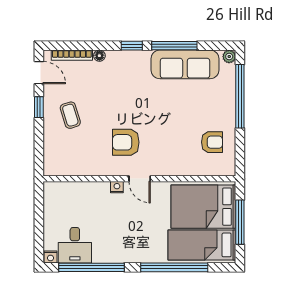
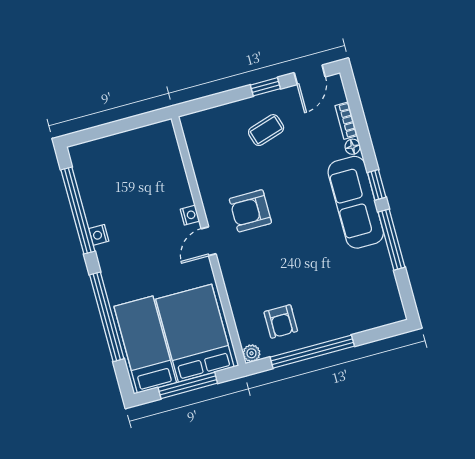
bookcase: (72, 55) -> (346, 121), width x0.64
plant: (229, 57) -> (251, 353), moved
sofa: (185, 64) -> (356, 202), moved
window: (240, 96) -> (312, 352), moved
armchair: (126, 142) -> (250, 211), turned -90
desk: (75, 245) -> (100, 181), removed
nightstand: (51, 257) -> (99, 235), moved

